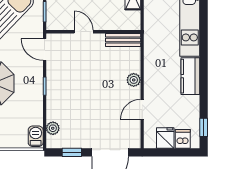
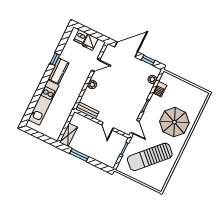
window: (204, 127) -> (55, 59), moved
barbecue: (36, 136) -> (160, 89), moved

